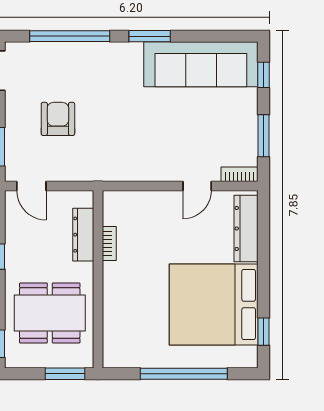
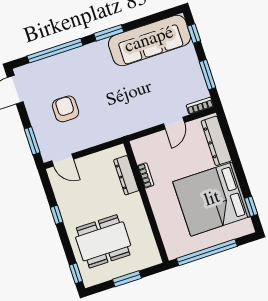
dresser: (83, 235) -> (126, 175), moved
bookcase: (109, 244) -> (146, 175), moved
wall: (98, 279) -> (146, 202), moved

